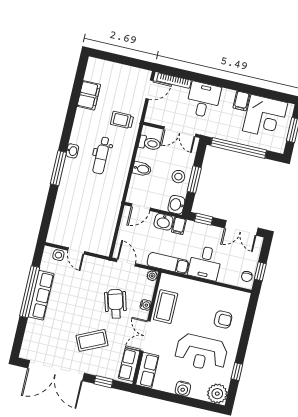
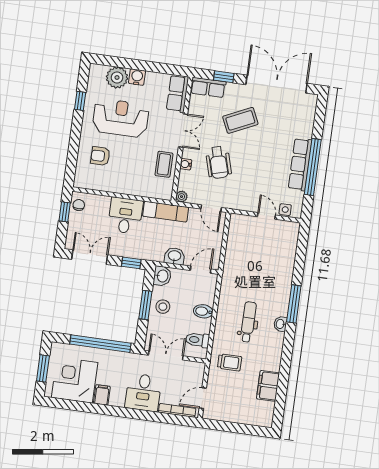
filing cabinet: (179, 226) -> (158, 253), removed
coffee table: (166, 307) -> (164, 164), width x0.73, depth x0.77
row of seats: (129, 365) -> (208, 87), moved, turned 90
plant: (217, 394) -> (117, 78), moved

